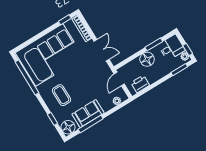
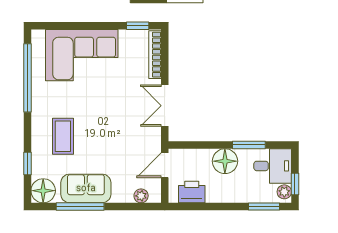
double door: (102, 50) -> (165, 106), swing flipped
corner sofa: (49, 55) -> (82, 55), width x0.73, depth x0.74

